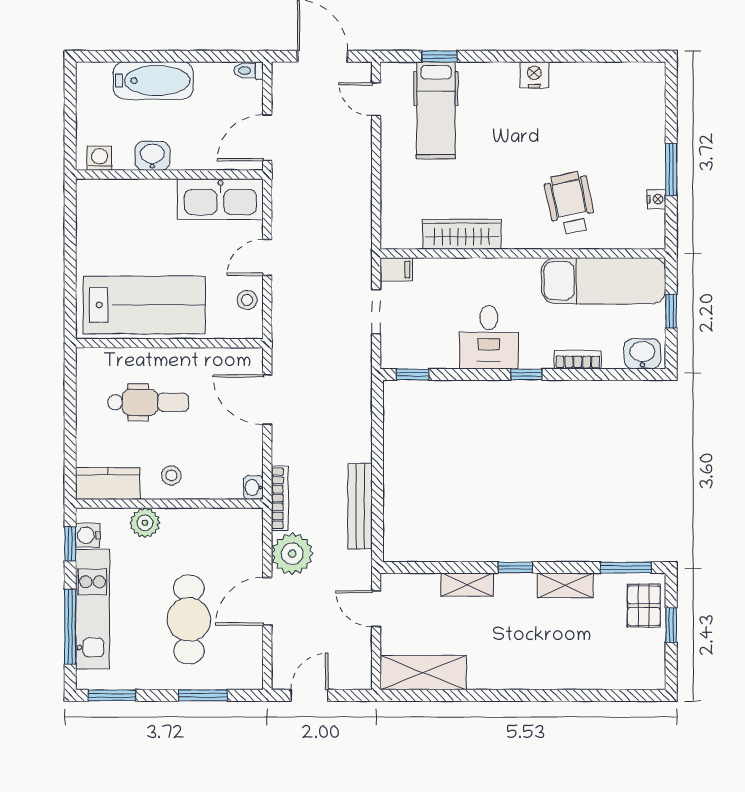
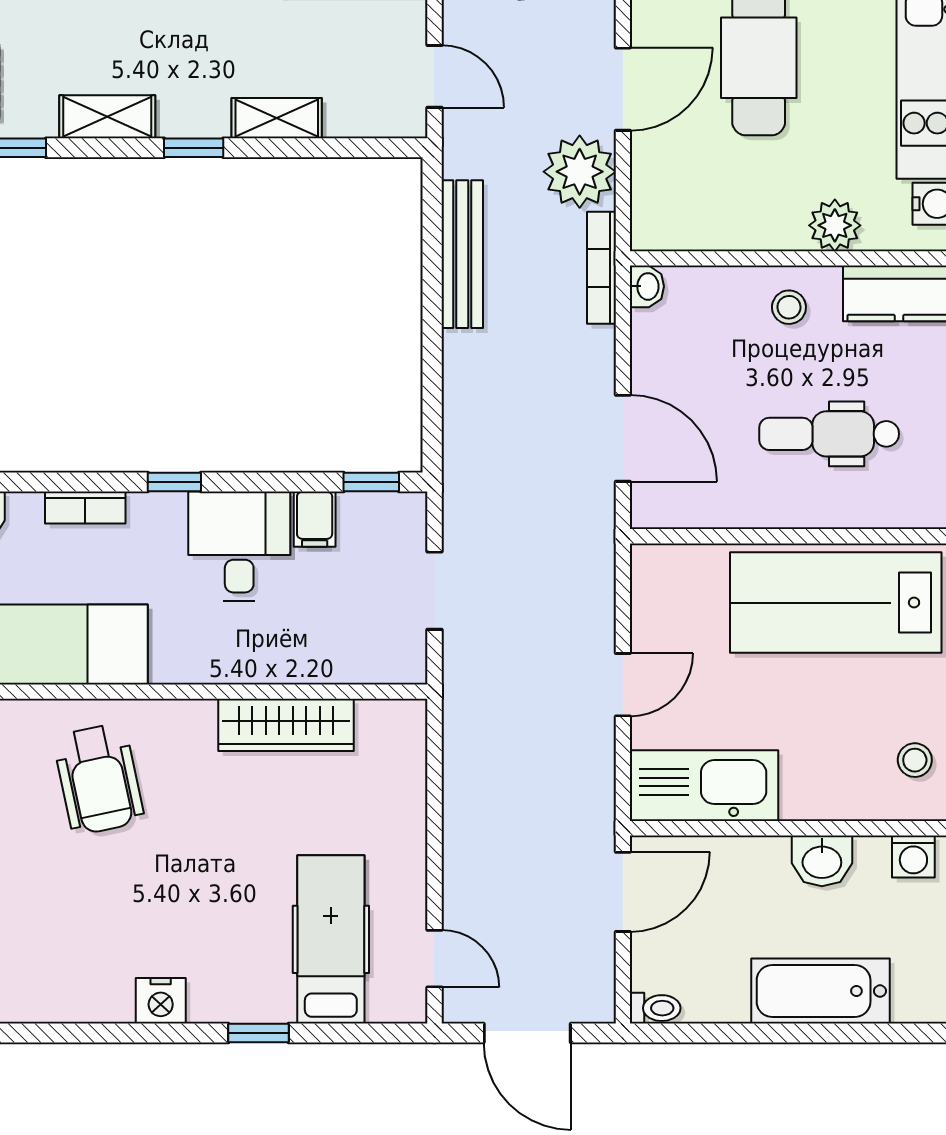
window: (440, 56) -> (258, 1033), moved
filing cabinet: (396, 269) -> (315, 519), moved, turned -90
stool: (247, 300) -> (915, 760), moved

